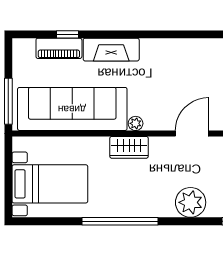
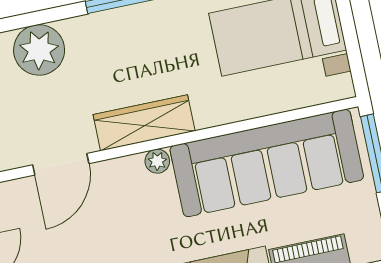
wardrobe: (129, 147) -> (144, 123), width x1.50

